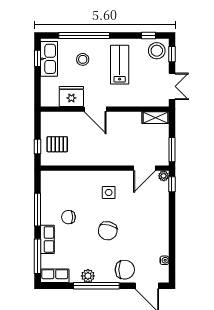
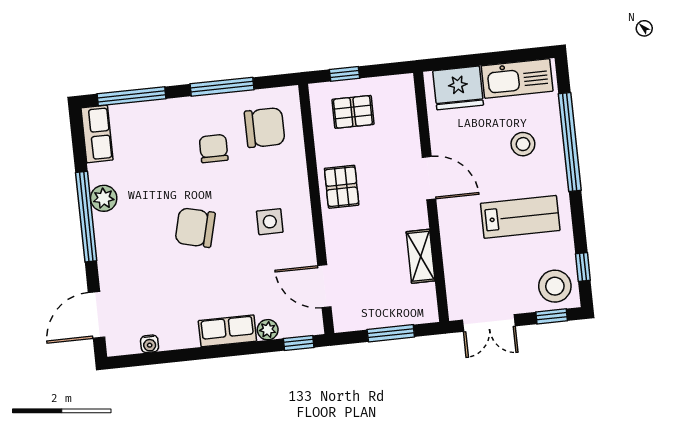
window: (37, 58) -> (516, 56), removed
fridge: (71, 96) -> (458, 88), moved, turned 90
door: (95, 109) -> (429, 178), swing flipped
shelving: (155, 118) -> (421, 256), moved
pallet: (57, 144) -> (353, 112), turned 90
window: (172, 150) -> (391, 333), moved
pallet: (95, 154) -> (342, 187), added
plant: (164, 176) -> (268, 330), moved
row of seats: (47, 239) -> (227, 331), moved, turned 180
chair: (125, 270) -> (265, 128), moved, turned -90

